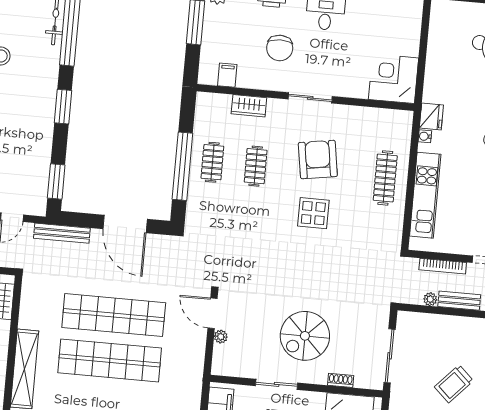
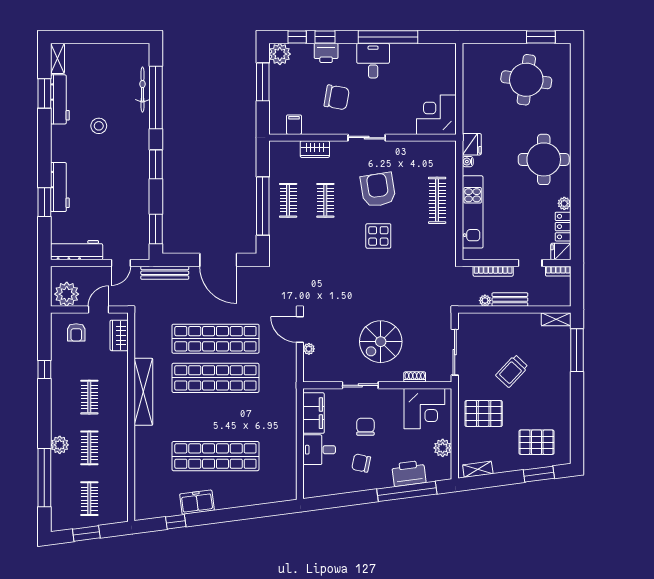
chair: (280, 48) -> (337, 97), turned -80

